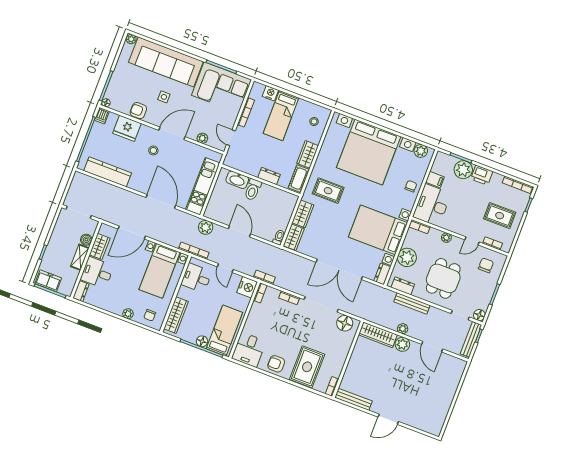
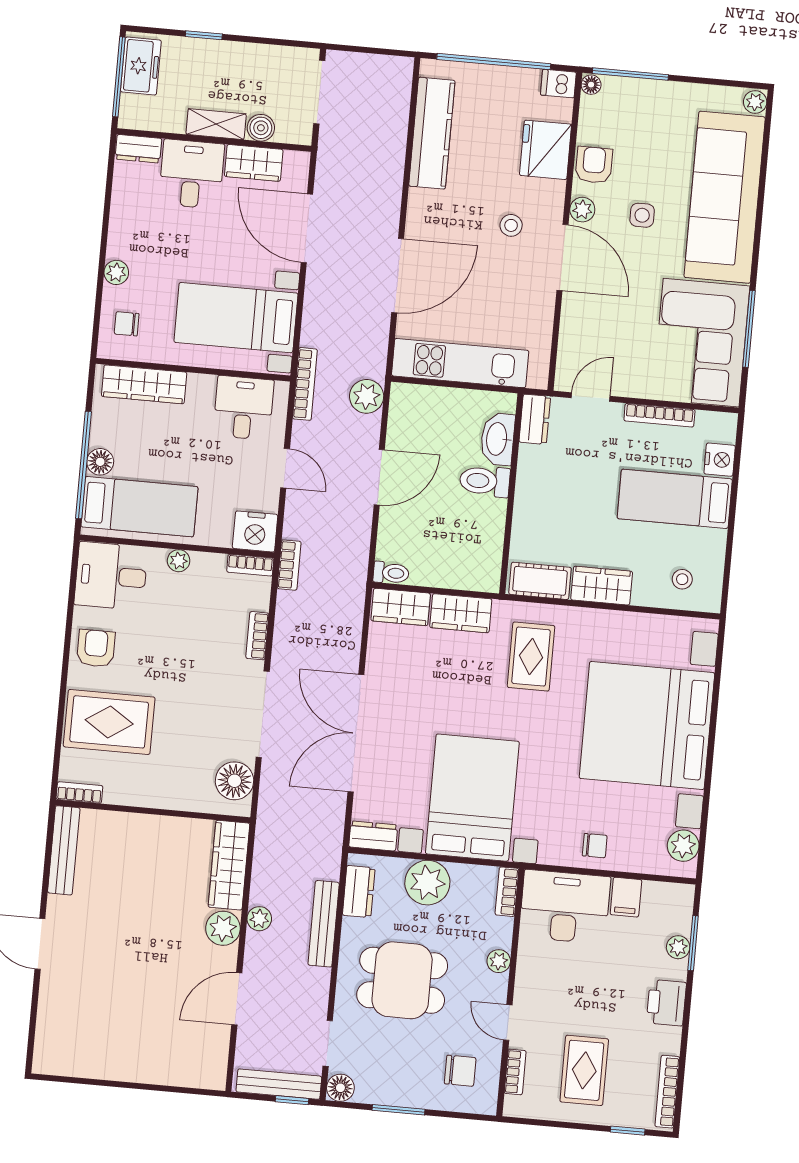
plant: (202, 138) -> (582, 210), moved
plant: (463, 170) -> (678, 947), width x0.53, depth x0.53
dresser: (269, 176) -> (535, 419), moved
door: (225, 268) -> (285, 468), swing flipped
plant: (250, 321) -> (179, 561), added

